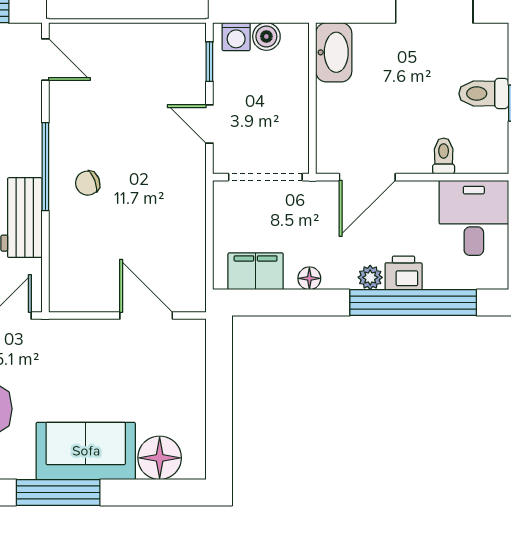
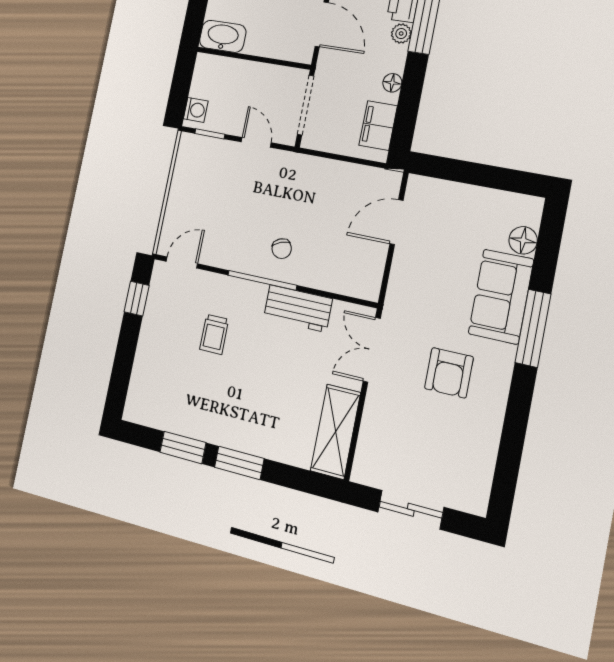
boiler: (266, 36) -> (200, 86), removed
door: (209, 124) -> (256, 142), swing flipped
floor lamp: (160, 458) -> (523, 240), width x0.73, depth x0.73

